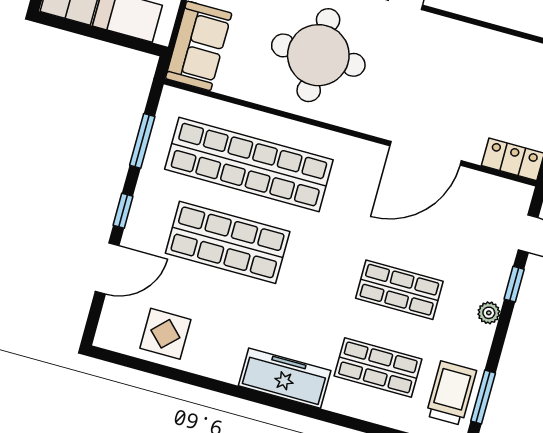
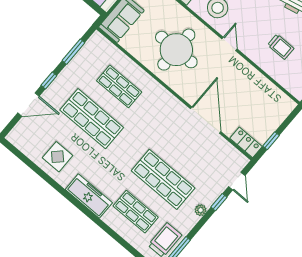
door: (426, 153) -> (206, 120), swing flipped
shop shelf: (249, 165) -> (119, 86), width x0.50, depth x0.74
shop shelf: (399, 290) -> (163, 179), width x1.43, depth x1.36
display table: (165, 334) -> (58, 157), moved

